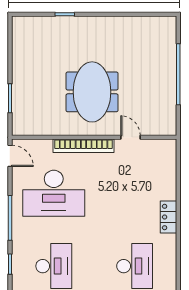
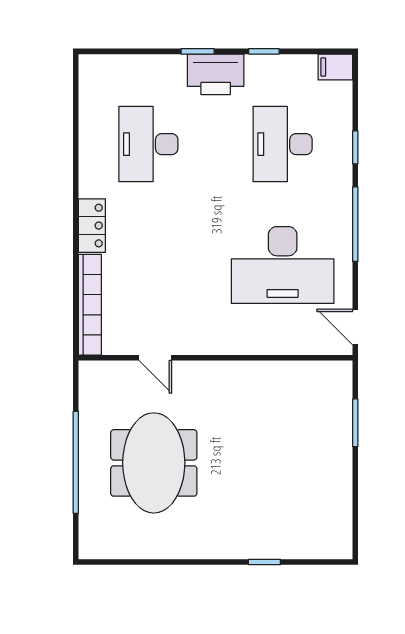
meeting table: (92, 92) -> (154, 463), moved
bookcase: (84, 146) -> (90, 305), moved, turned 90
desk: (54, 193) -> (283, 265), turned 180

